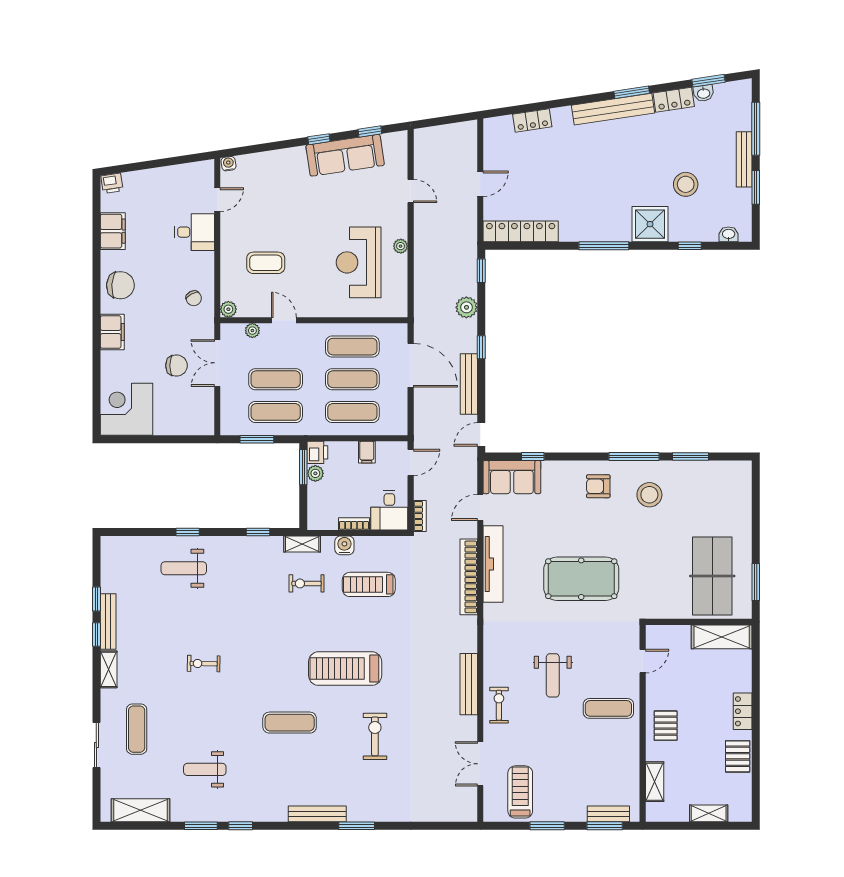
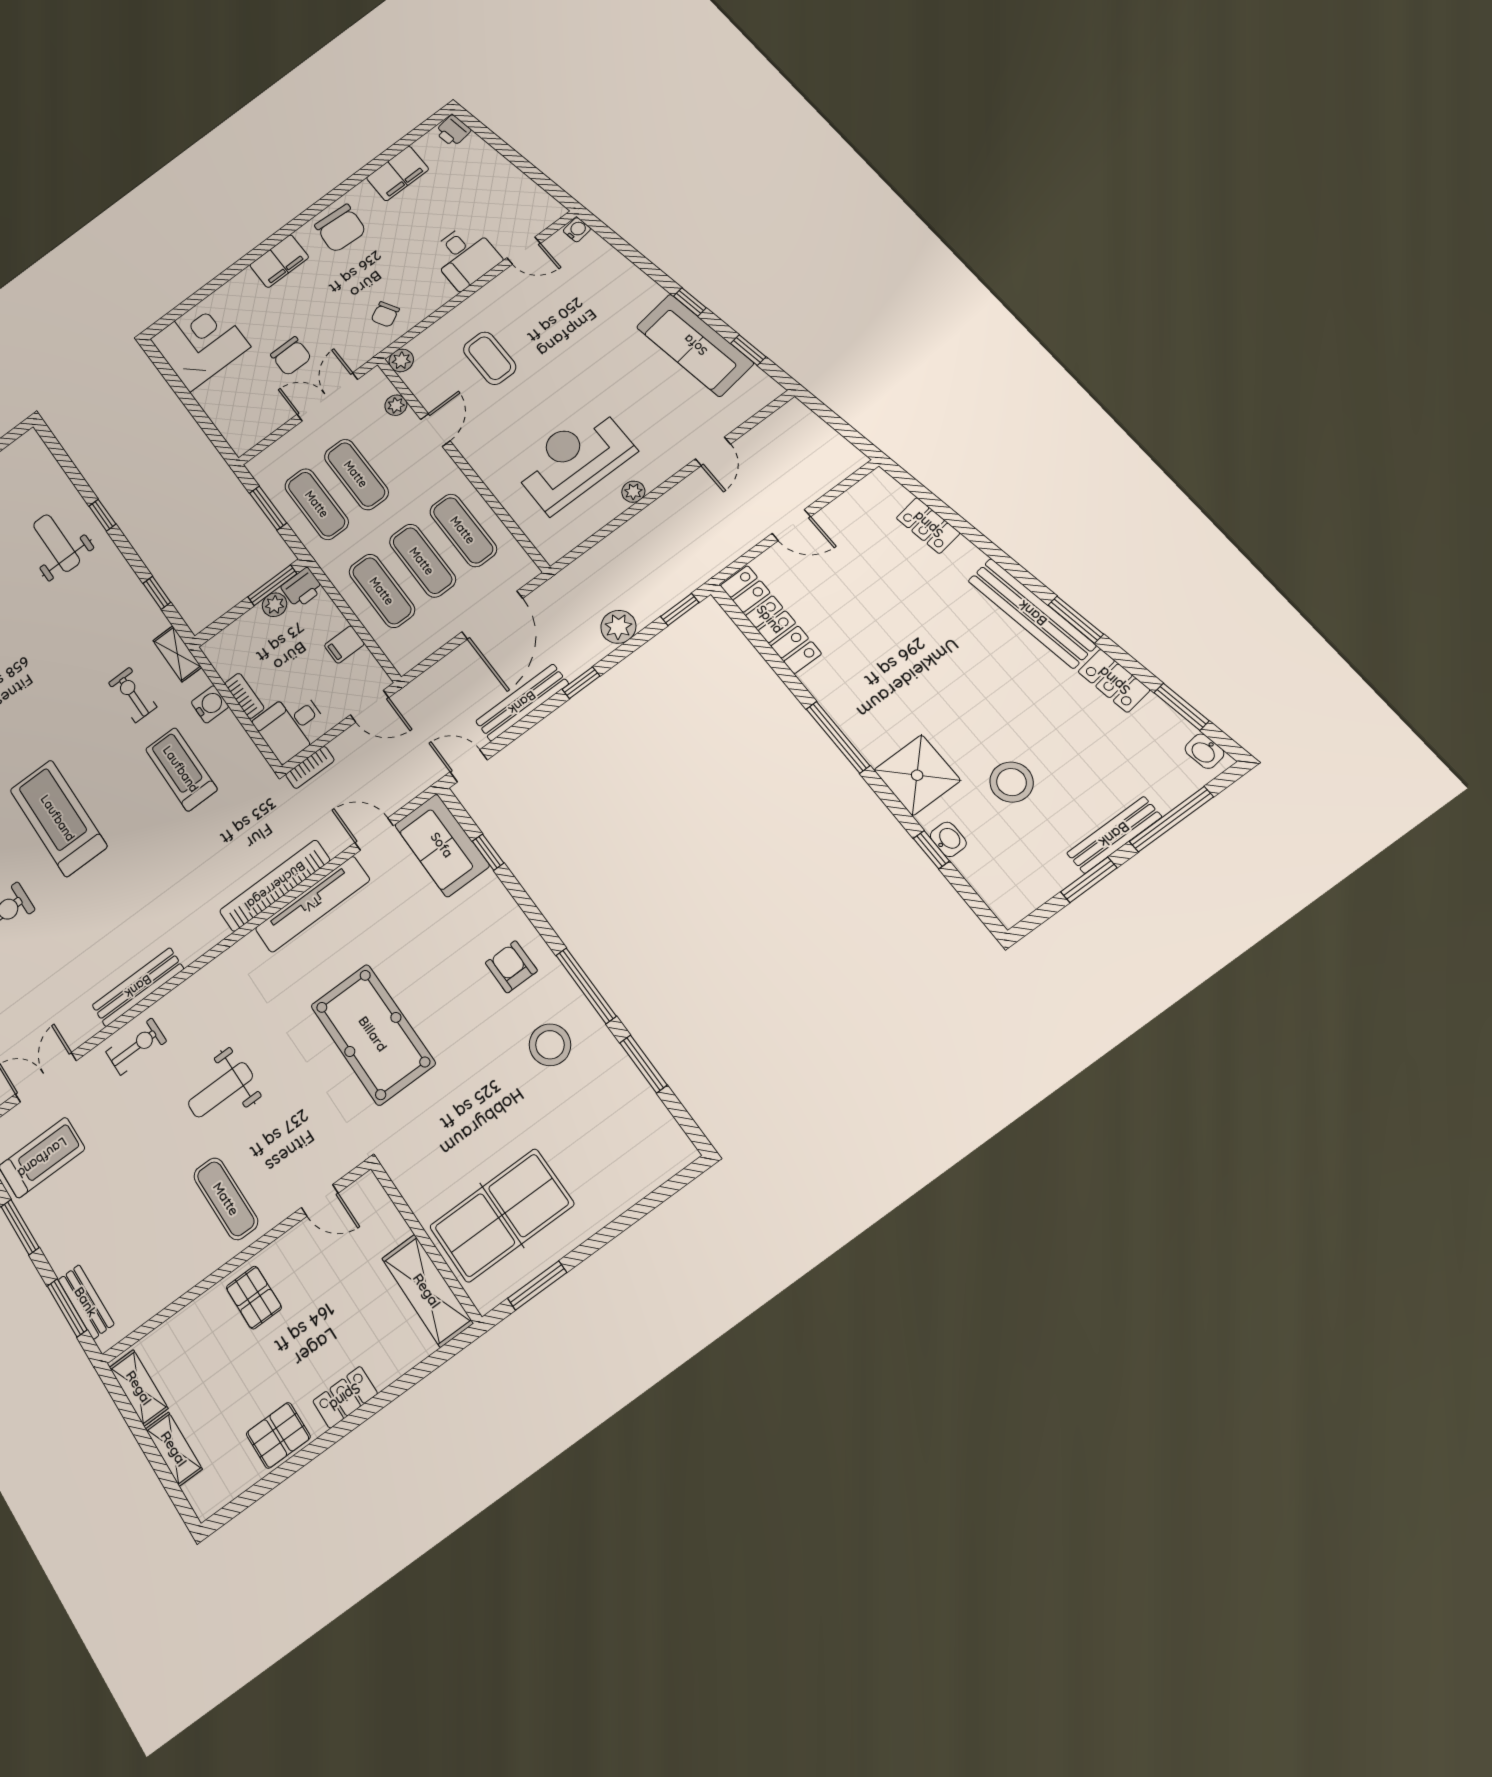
washbasin: (704, 93) -> (1204, 751), moved
washbasin: (729, 234) -> (948, 839), moved
pallet: (666, 726) -> (254, 1298), turned 90
shelving: (655, 782) -> (139, 1388), moved, turned 90

